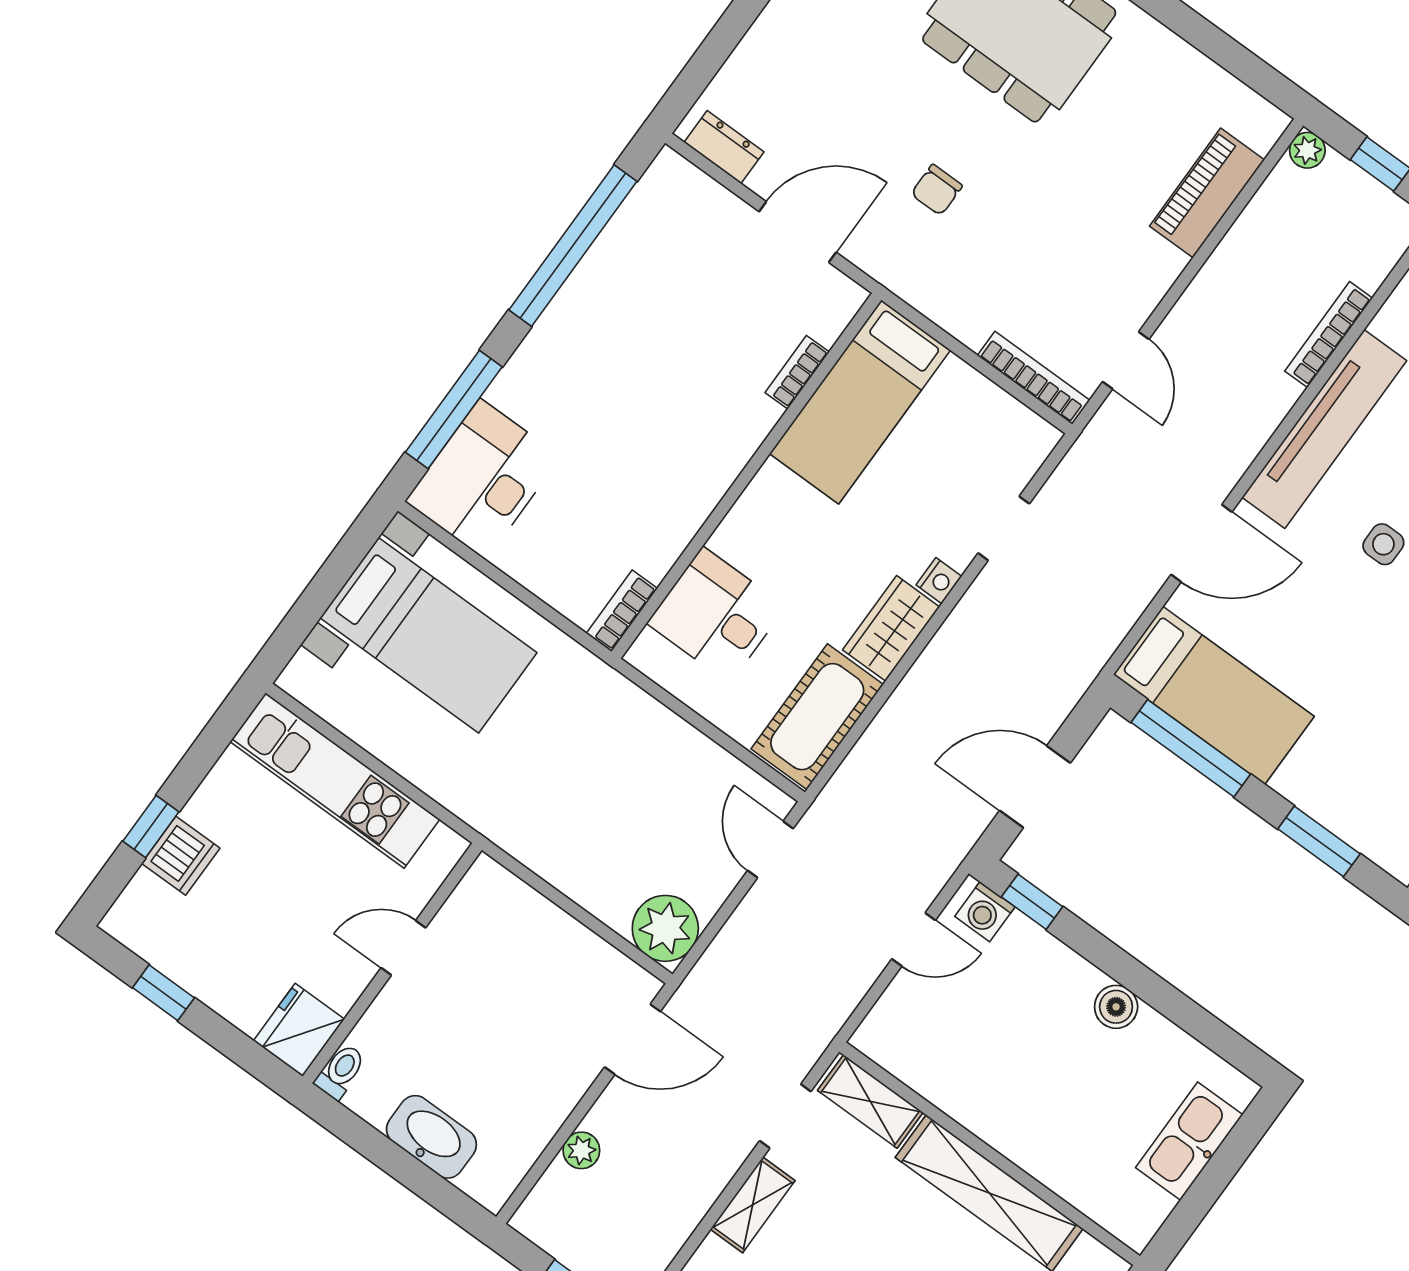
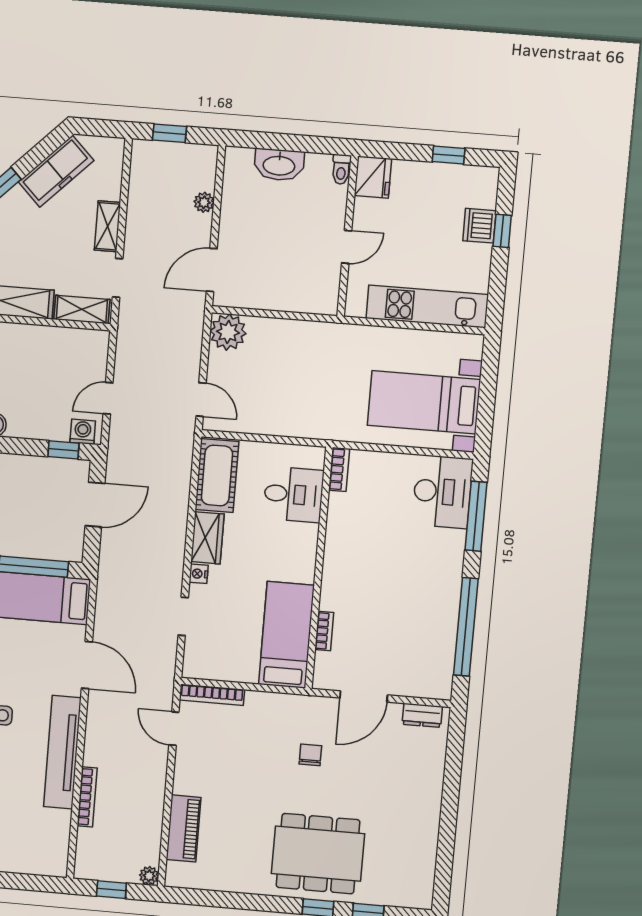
door: (1202, 543) -> (87, 665), swing flipped

